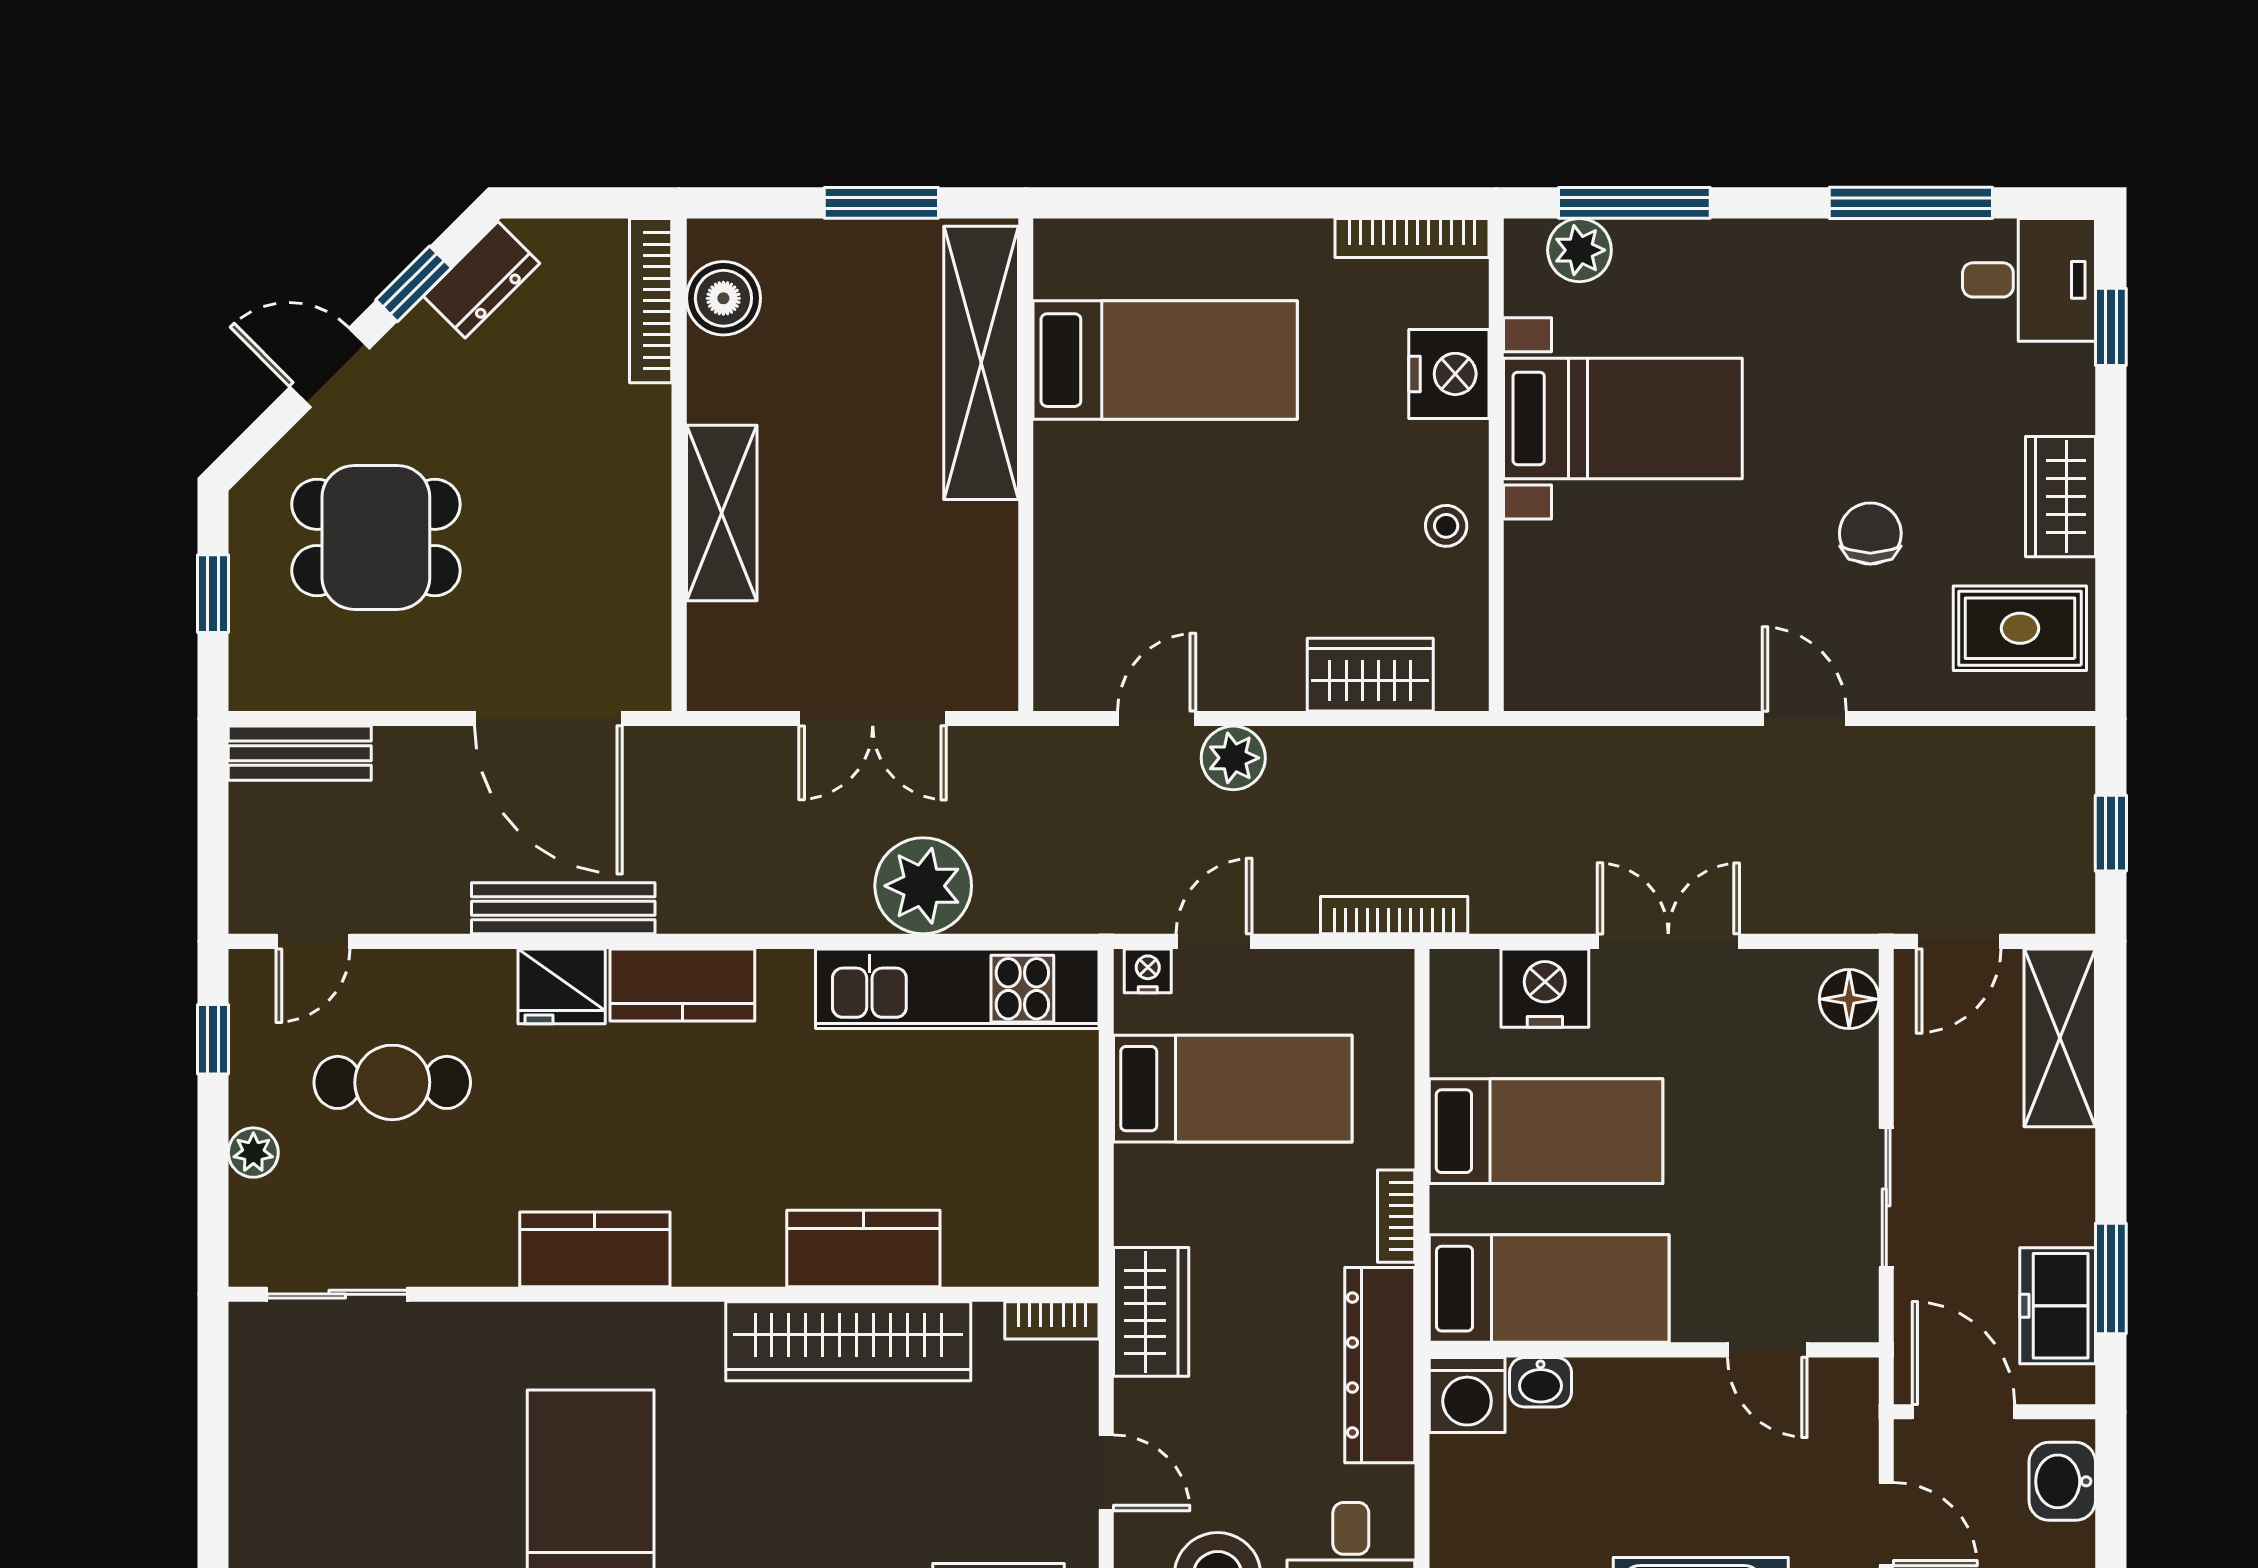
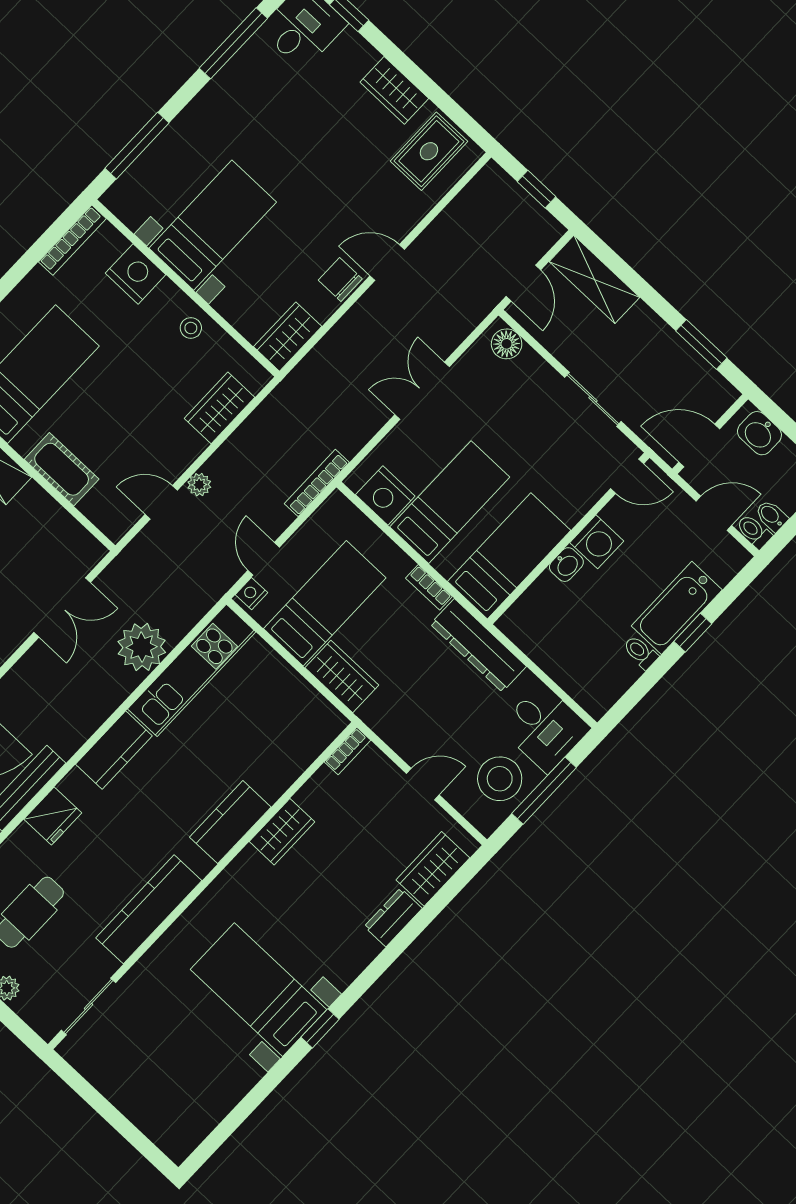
plant: (1579, 250) -> (135, 182), removed
cot: (1070, 531) -> (62, 469), added
chair: (1870, 533) -> (340, 280), moved
wardrobe: (1564, 676) -> (288, 337), added
door: (1157, 719) -> (161, 502), hinge flipped
plant: (1233, 758) -> (199, 485), width x0.73, depth x0.73
kitchen counter: (682, 985) -> (114, 750), moved
nightstand: (1545, 988) -> (385, 495), moved, turned -90
kitchen counter: (595, 1249) -> (149, 909), width x1.50
kitchen counter: (863, 1249) -> (230, 822), moved
freezer: (2058, 1306) -> (693, 374), removed
wardrobe: (1151, 1312) -> (342, 676), moved
wardrobe: (848, 1341) -> (282, 832), width x0.48, depth x0.85
door: (1767, 1350) -> (627, 476), moved
washbasin: (1541, 1382) -> (566, 565), moved
washing machine: (1467, 1395) -> (597, 542), moved

